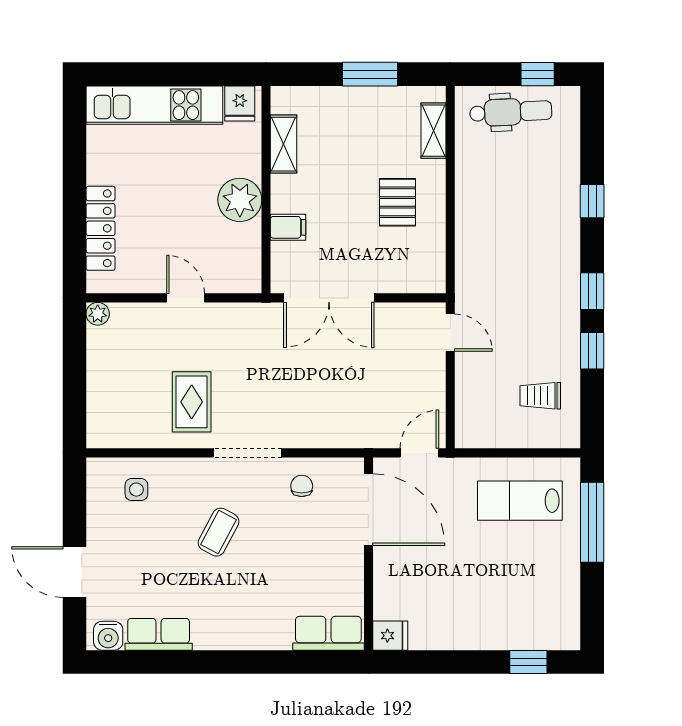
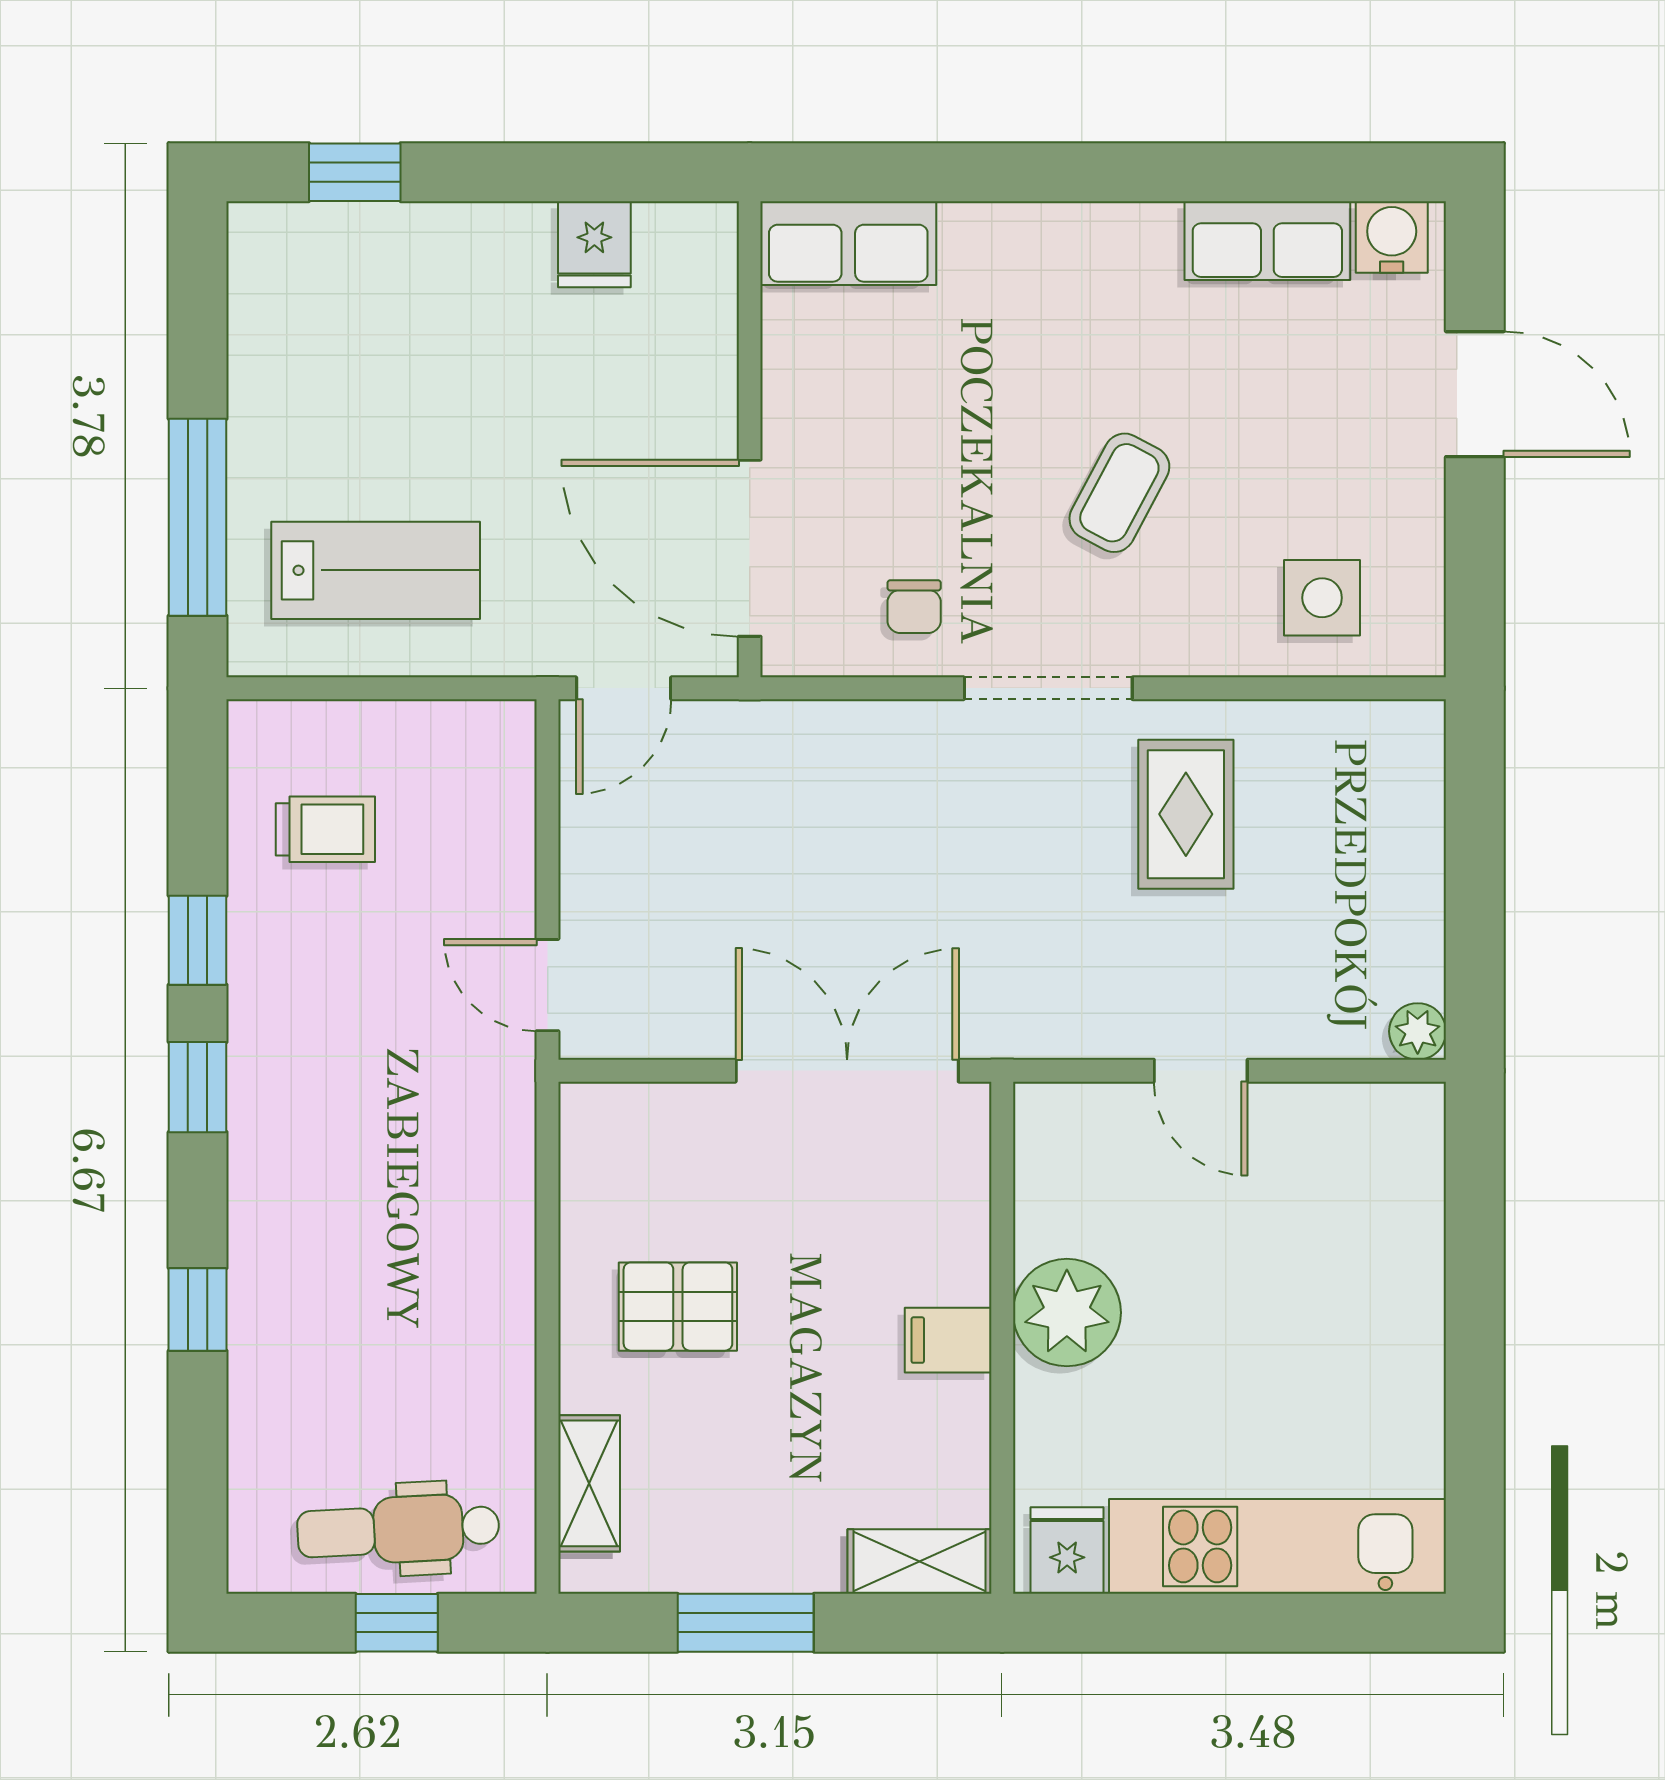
window: (538, 74) -> (397, 1623), moved
shelving: (284, 144) -> (920, 1562), moved, turned 90
pallet: (397, 202) -> (678, 1307), turned 90
filing cabinet: (288, 227) -> (948, 1340), moved
locker: (101, 228) -> (1410, 1242), removed
side table: (136, 490) -> (1322, 598), width x1.37, depth x1.37
fridge: (390, 636) -> (594, 244), moved, turned -90

